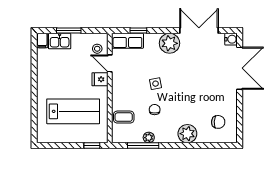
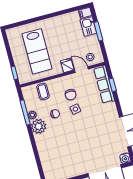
row of seats: (127, 41) -> (104, 84), width x1.48
plant: (169, 43) -> (109, 112), removed
door: (110, 63) -> (82, 70), hinge flipped
chair: (218, 122) -> (71, 95), moved
plant: (187, 134) -> (39, 126), moved

